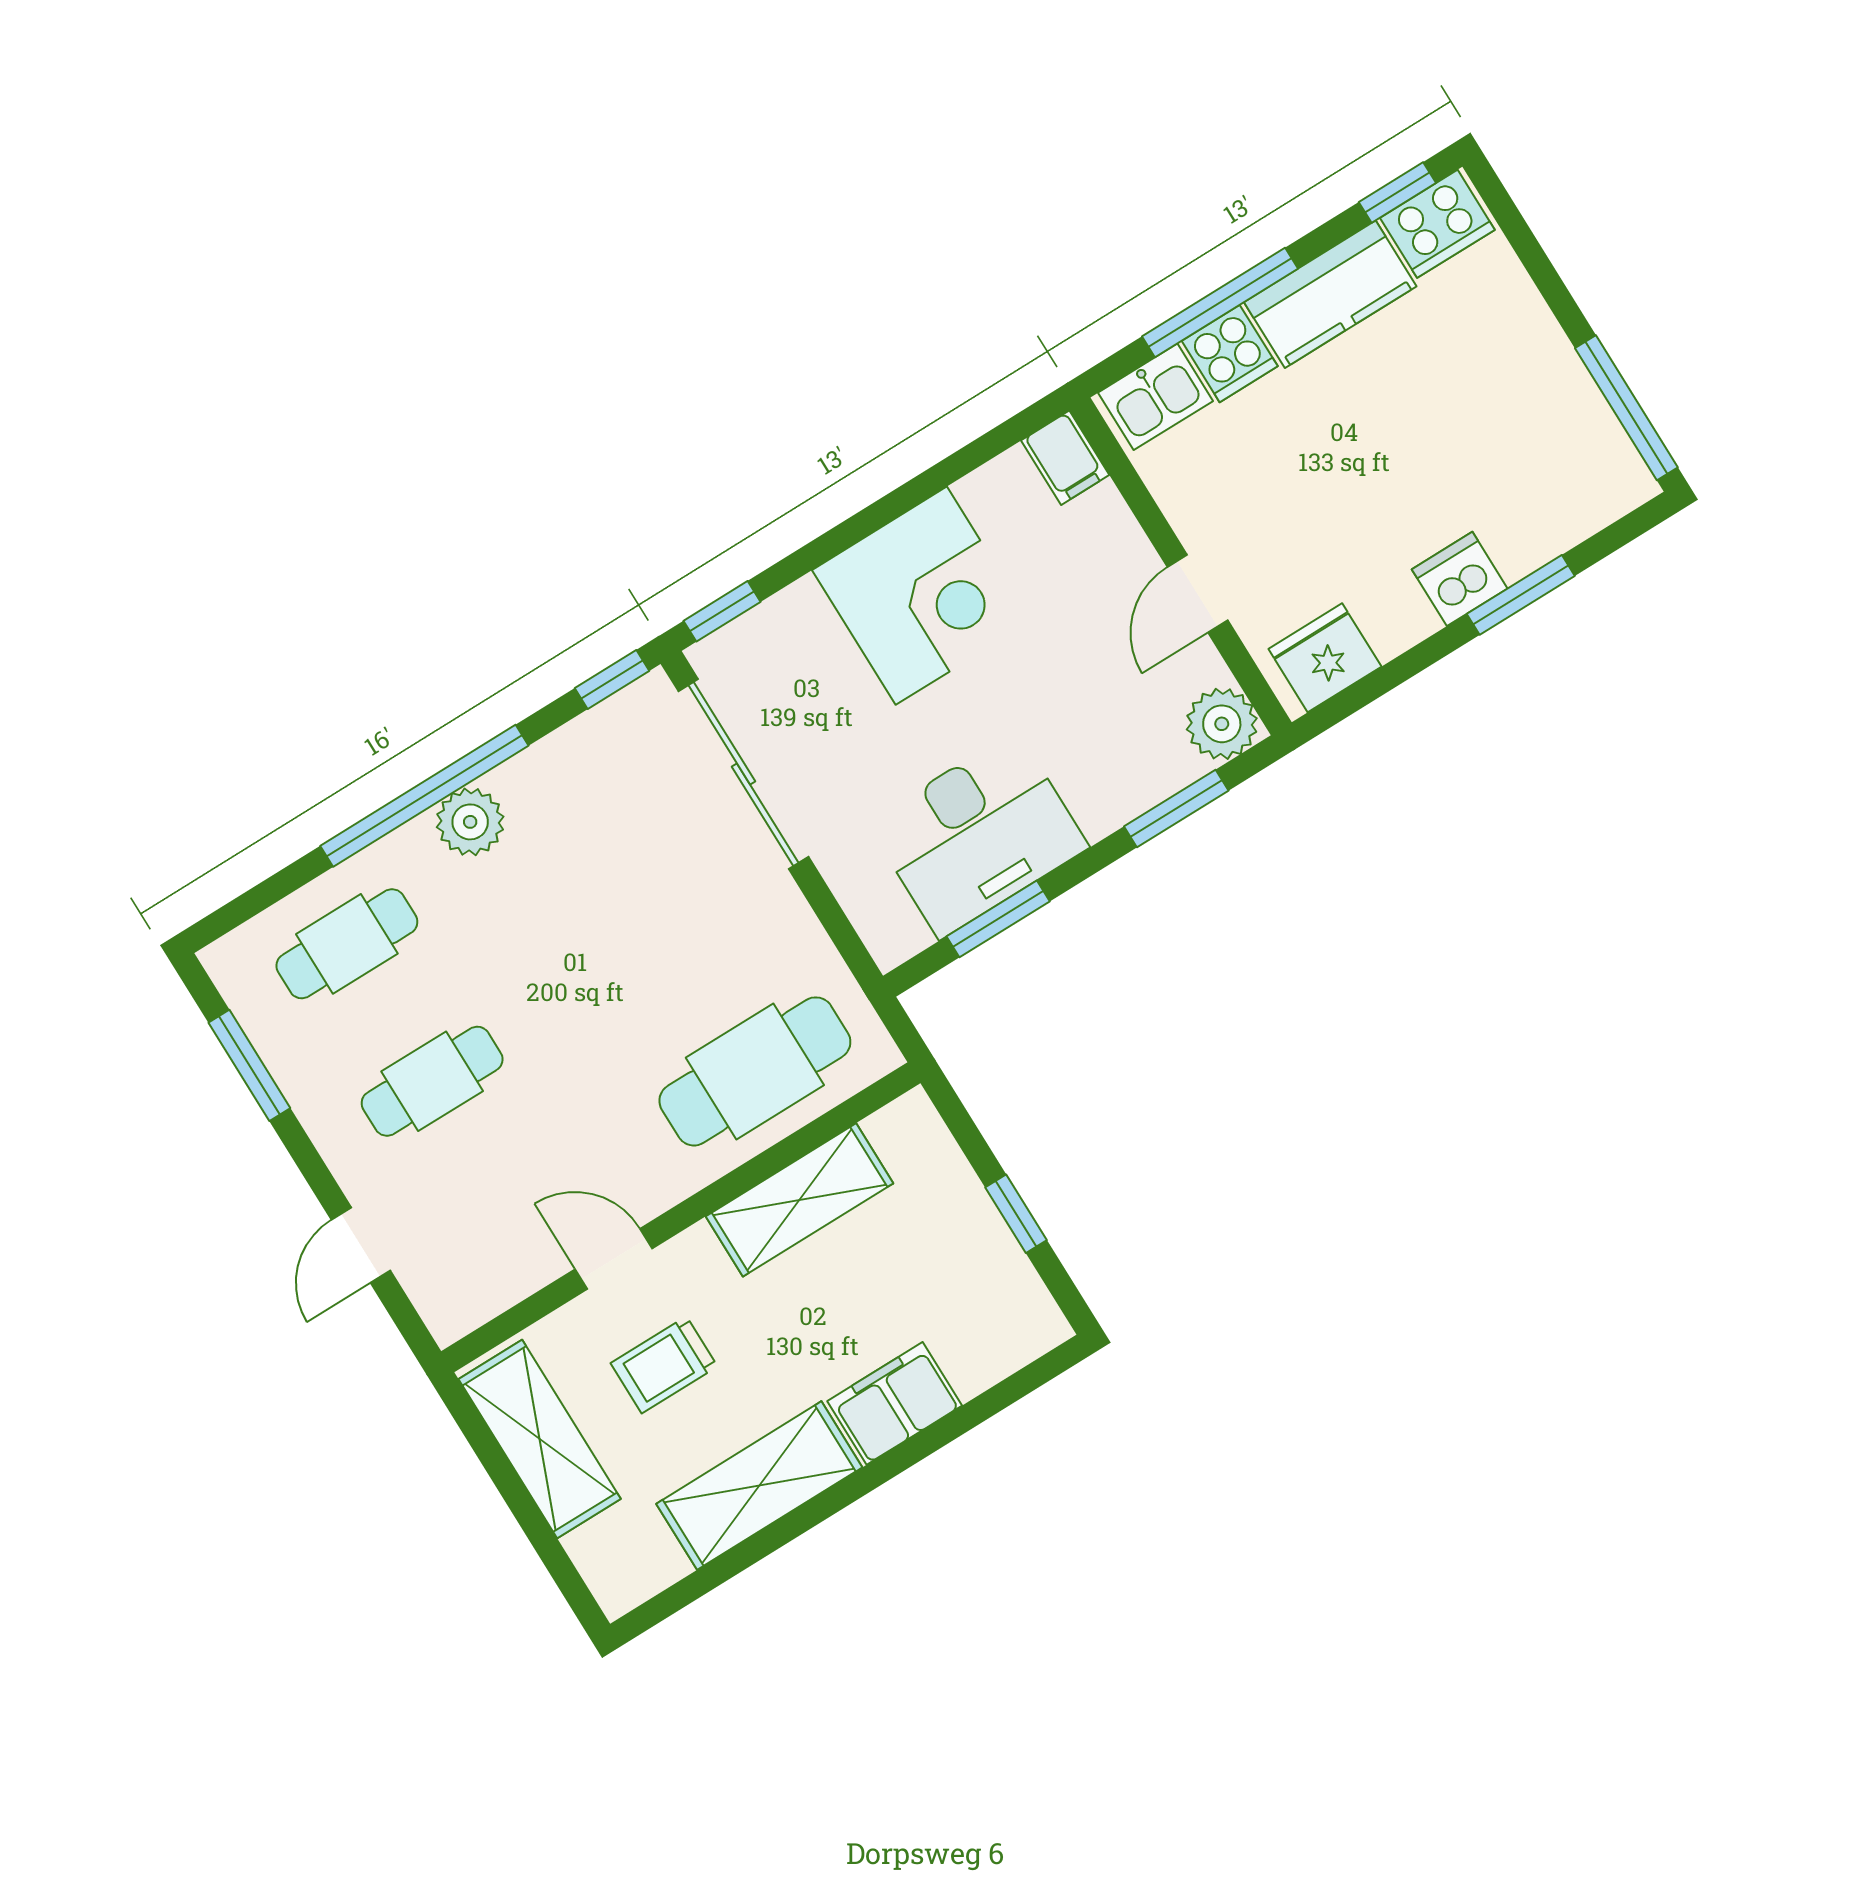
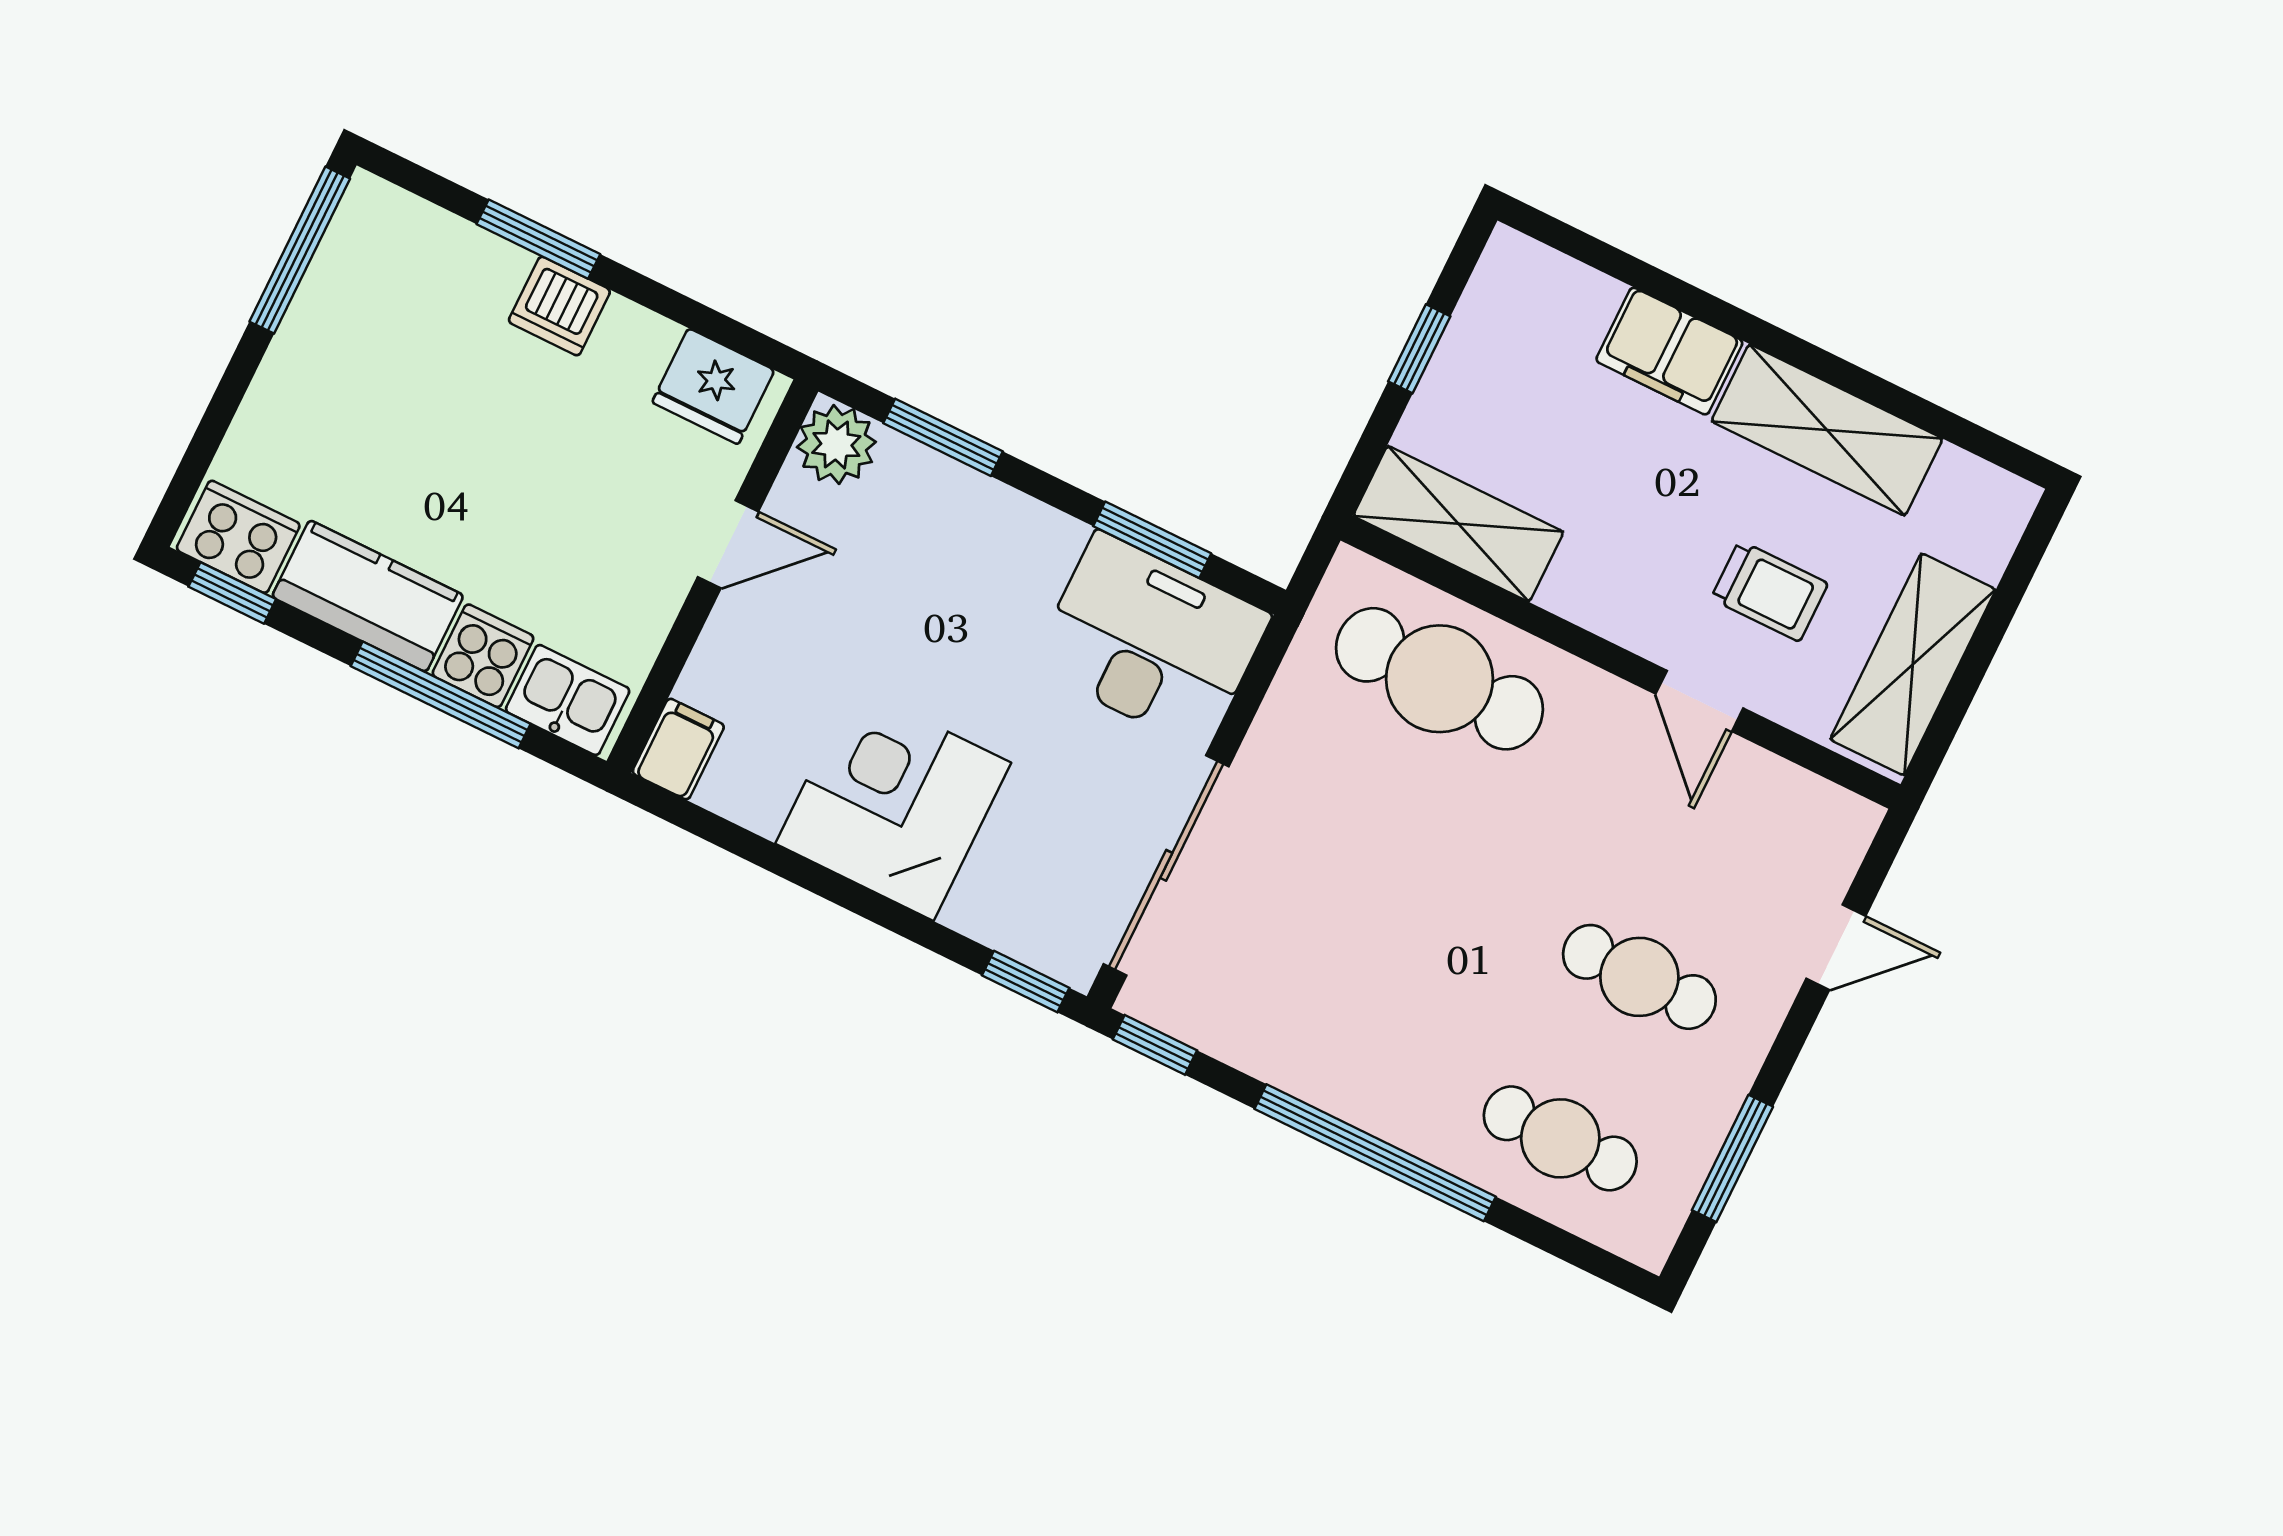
plant: (470, 822) -> (1373, 1094), removed
desk: (978, 835) -> (1151, 641), moved
shelving: (800, 1200) -> (1458, 524), moved

